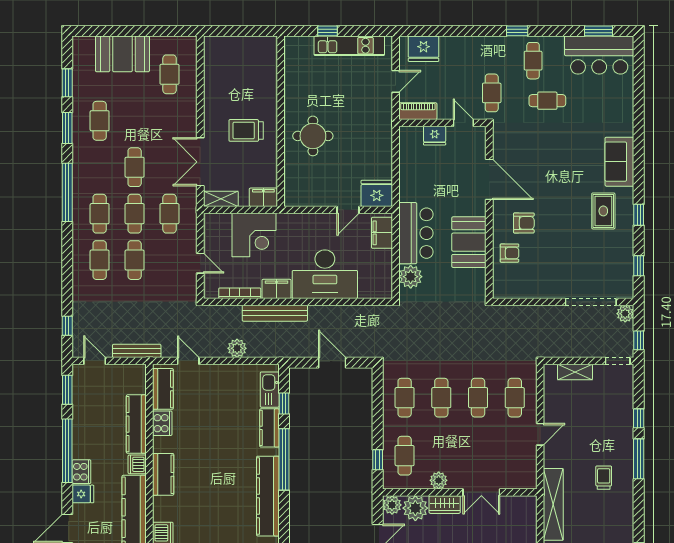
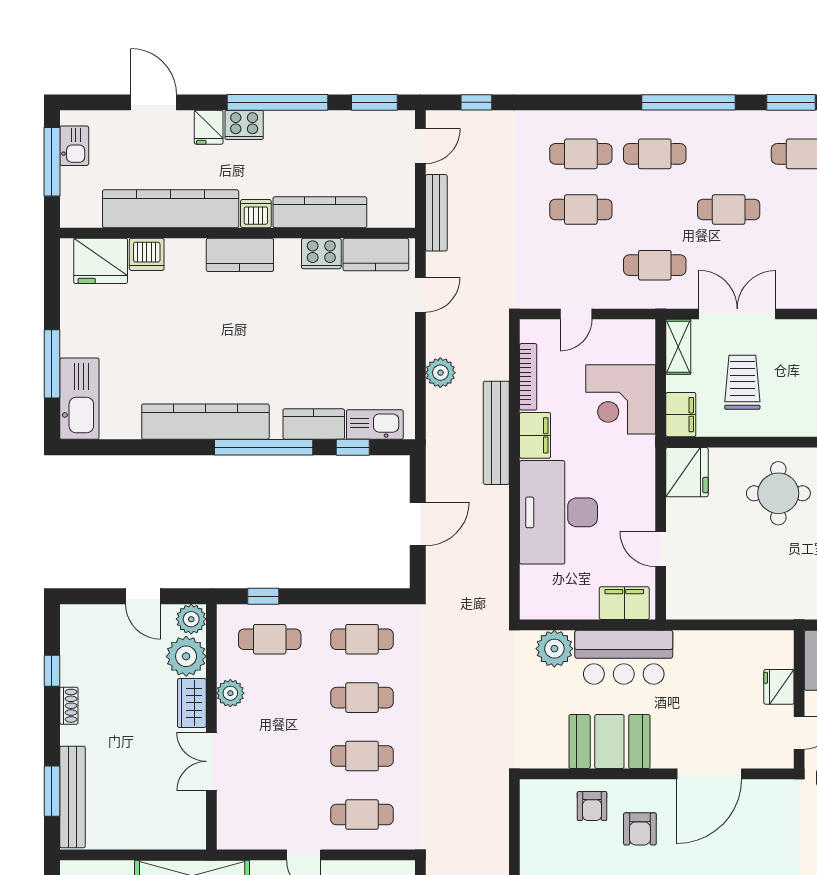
trolley: (246, 130) -> (742, 382), moved
fridge: (377, 193) -> (687, 472), moved
cafe table: (135, 214) -> (655, 210), removed

